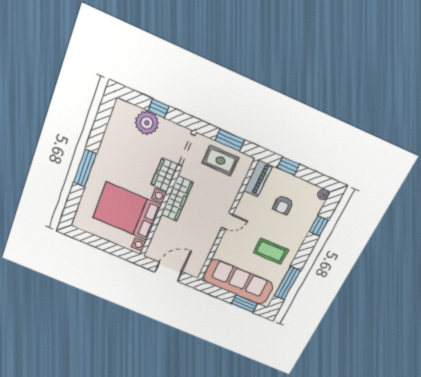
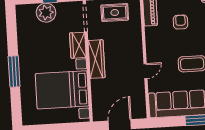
armchair: (283, 205) -> (180, 22), turned 180
door: (227, 221) -> (146, 71), moved

